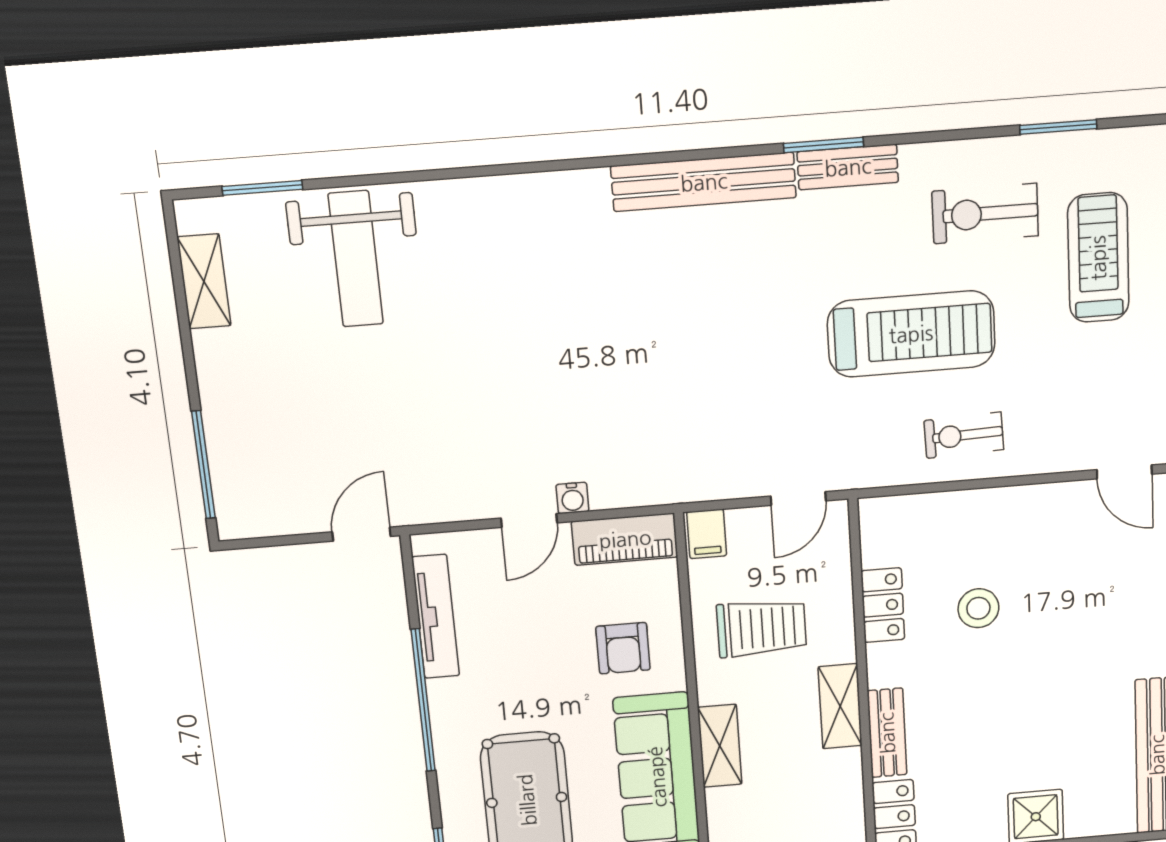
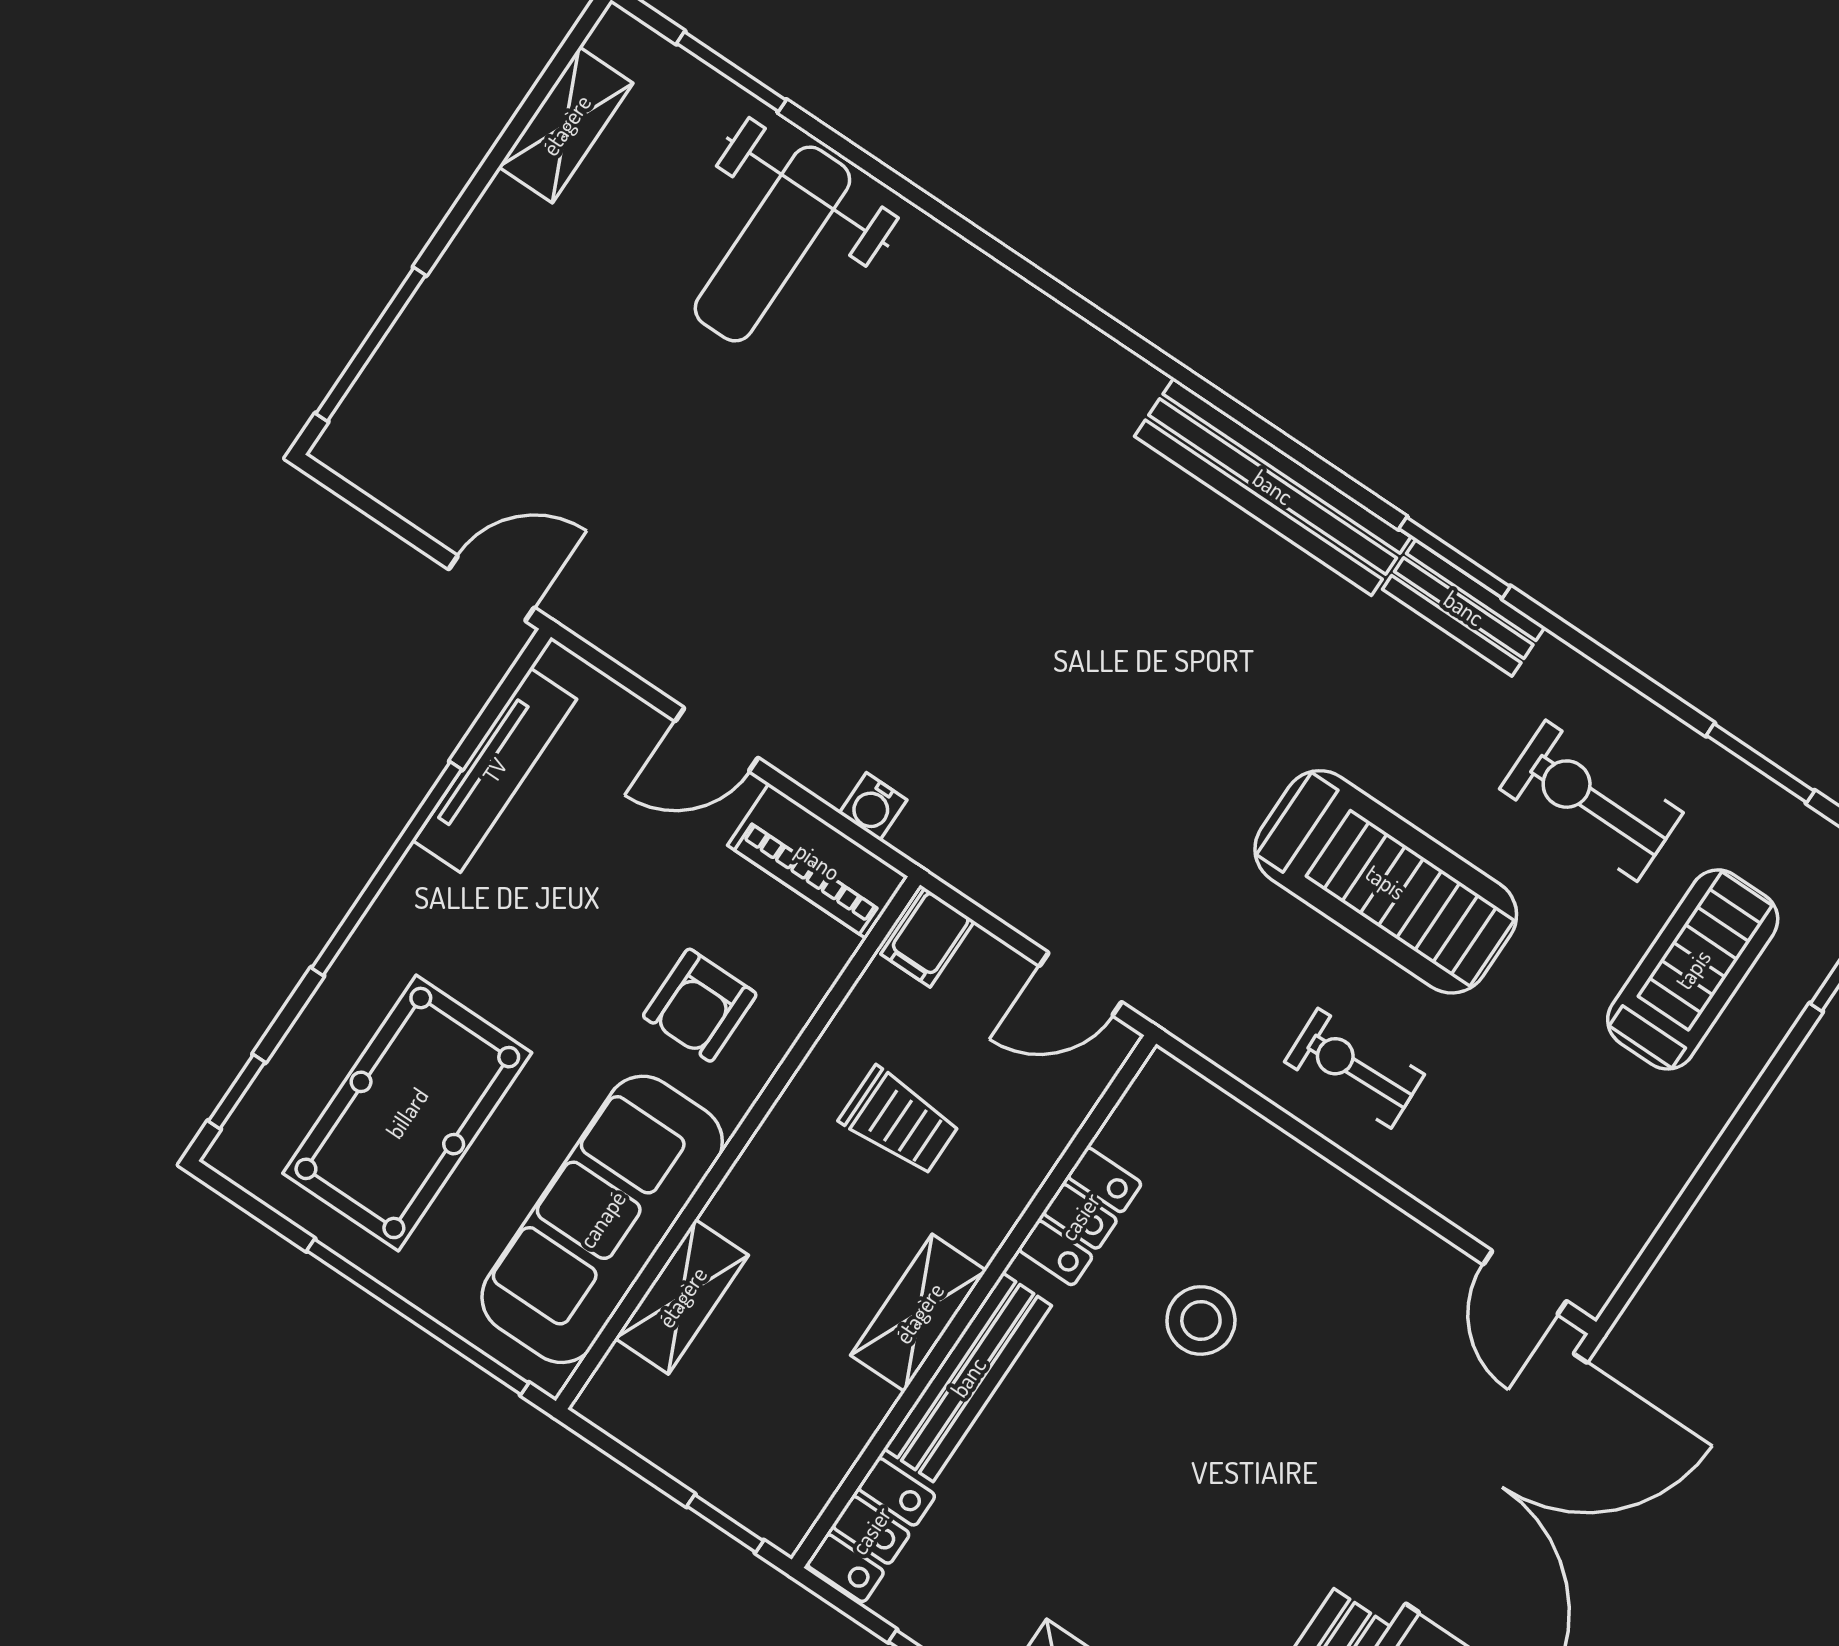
water cooler: (572, 498) -> (873, 807), moved
trolley: (762, 628) -> (900, 1121), width x0.73, depth x0.72
bench: (887, 733) -> (968, 1377), width x1.36
shelving: (720, 746) -> (682, 1297), moved

